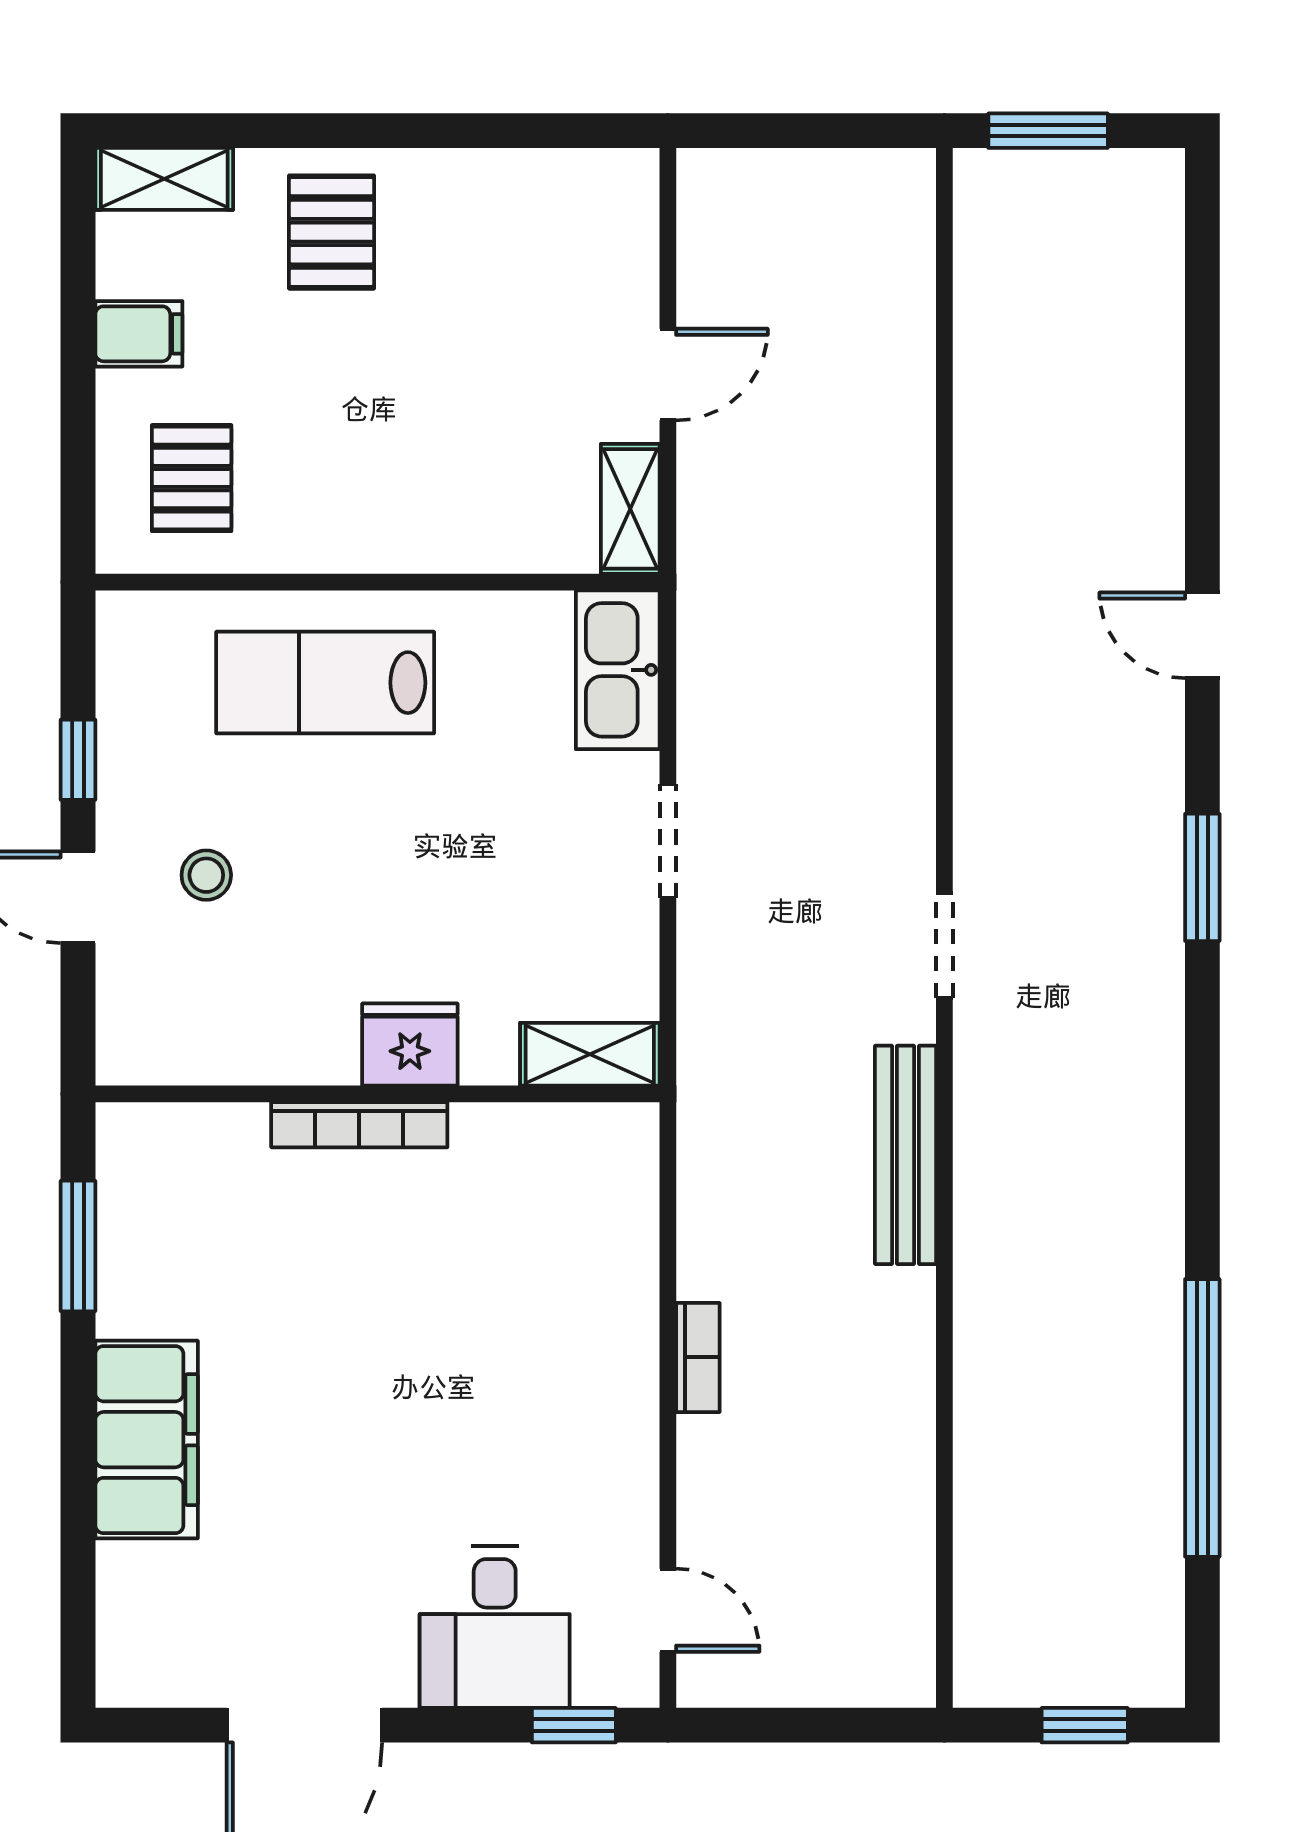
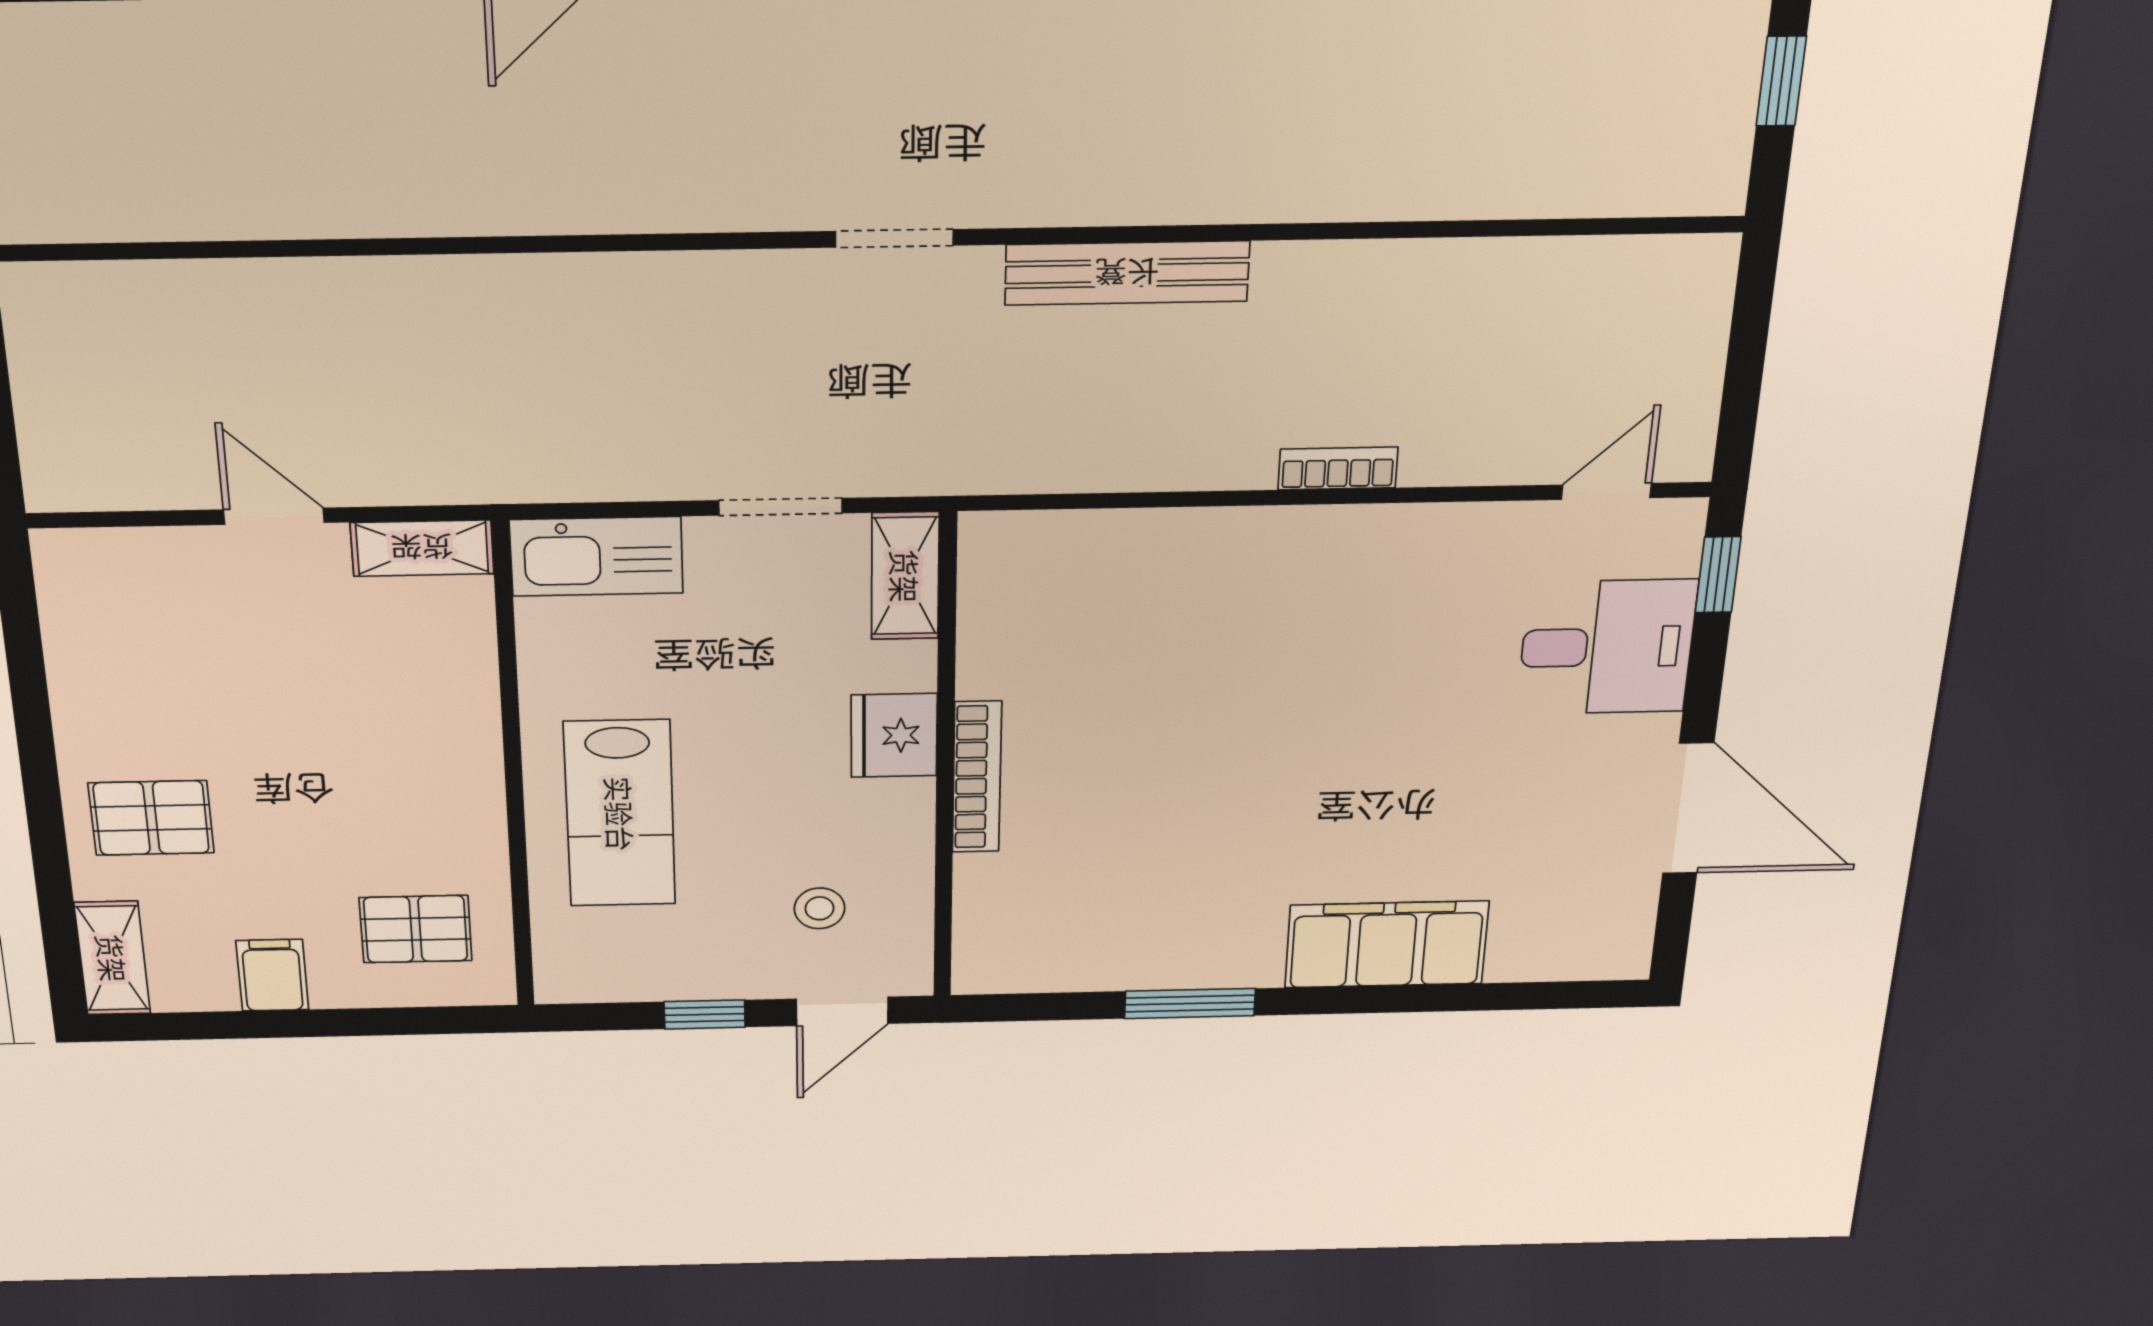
fridge: (410, 1045) -> (894, 735), moved
shelving: (590, 1054) -> (905, 576), moved
wall: (377, 1094) -> (945, 762), moved
bookcase: (359, 1125) -> (977, 777), moved

